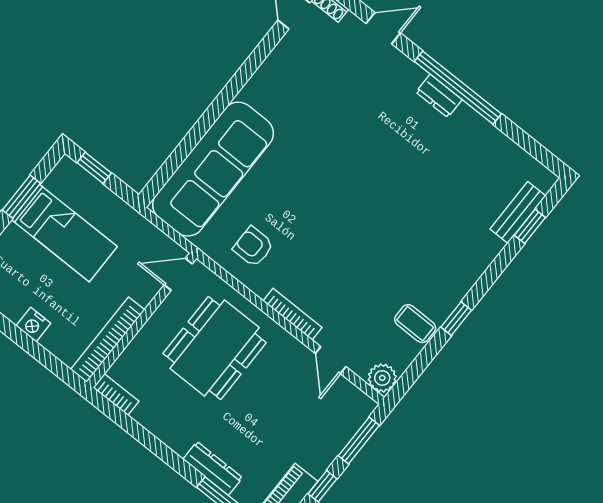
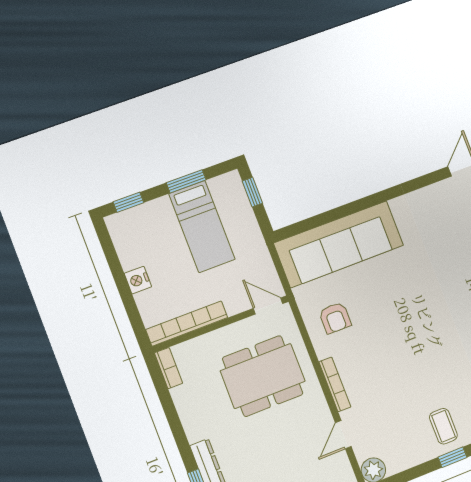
armchair: (253, 247) -> (335, 318), turned 180
coffee table: (415, 324) -> (443, 426), moved

